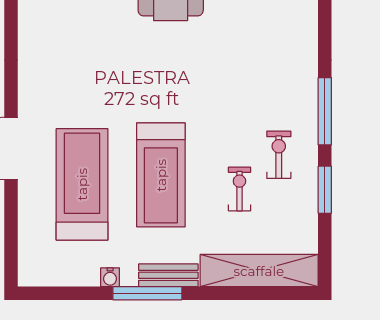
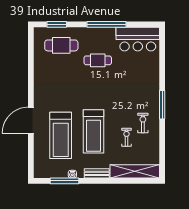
treadmill: (82, 184) -> (61, 135), turned 180
window: (325, 190) -> (162, 138), removed
window: (147, 293) -> (64, 181), moved

